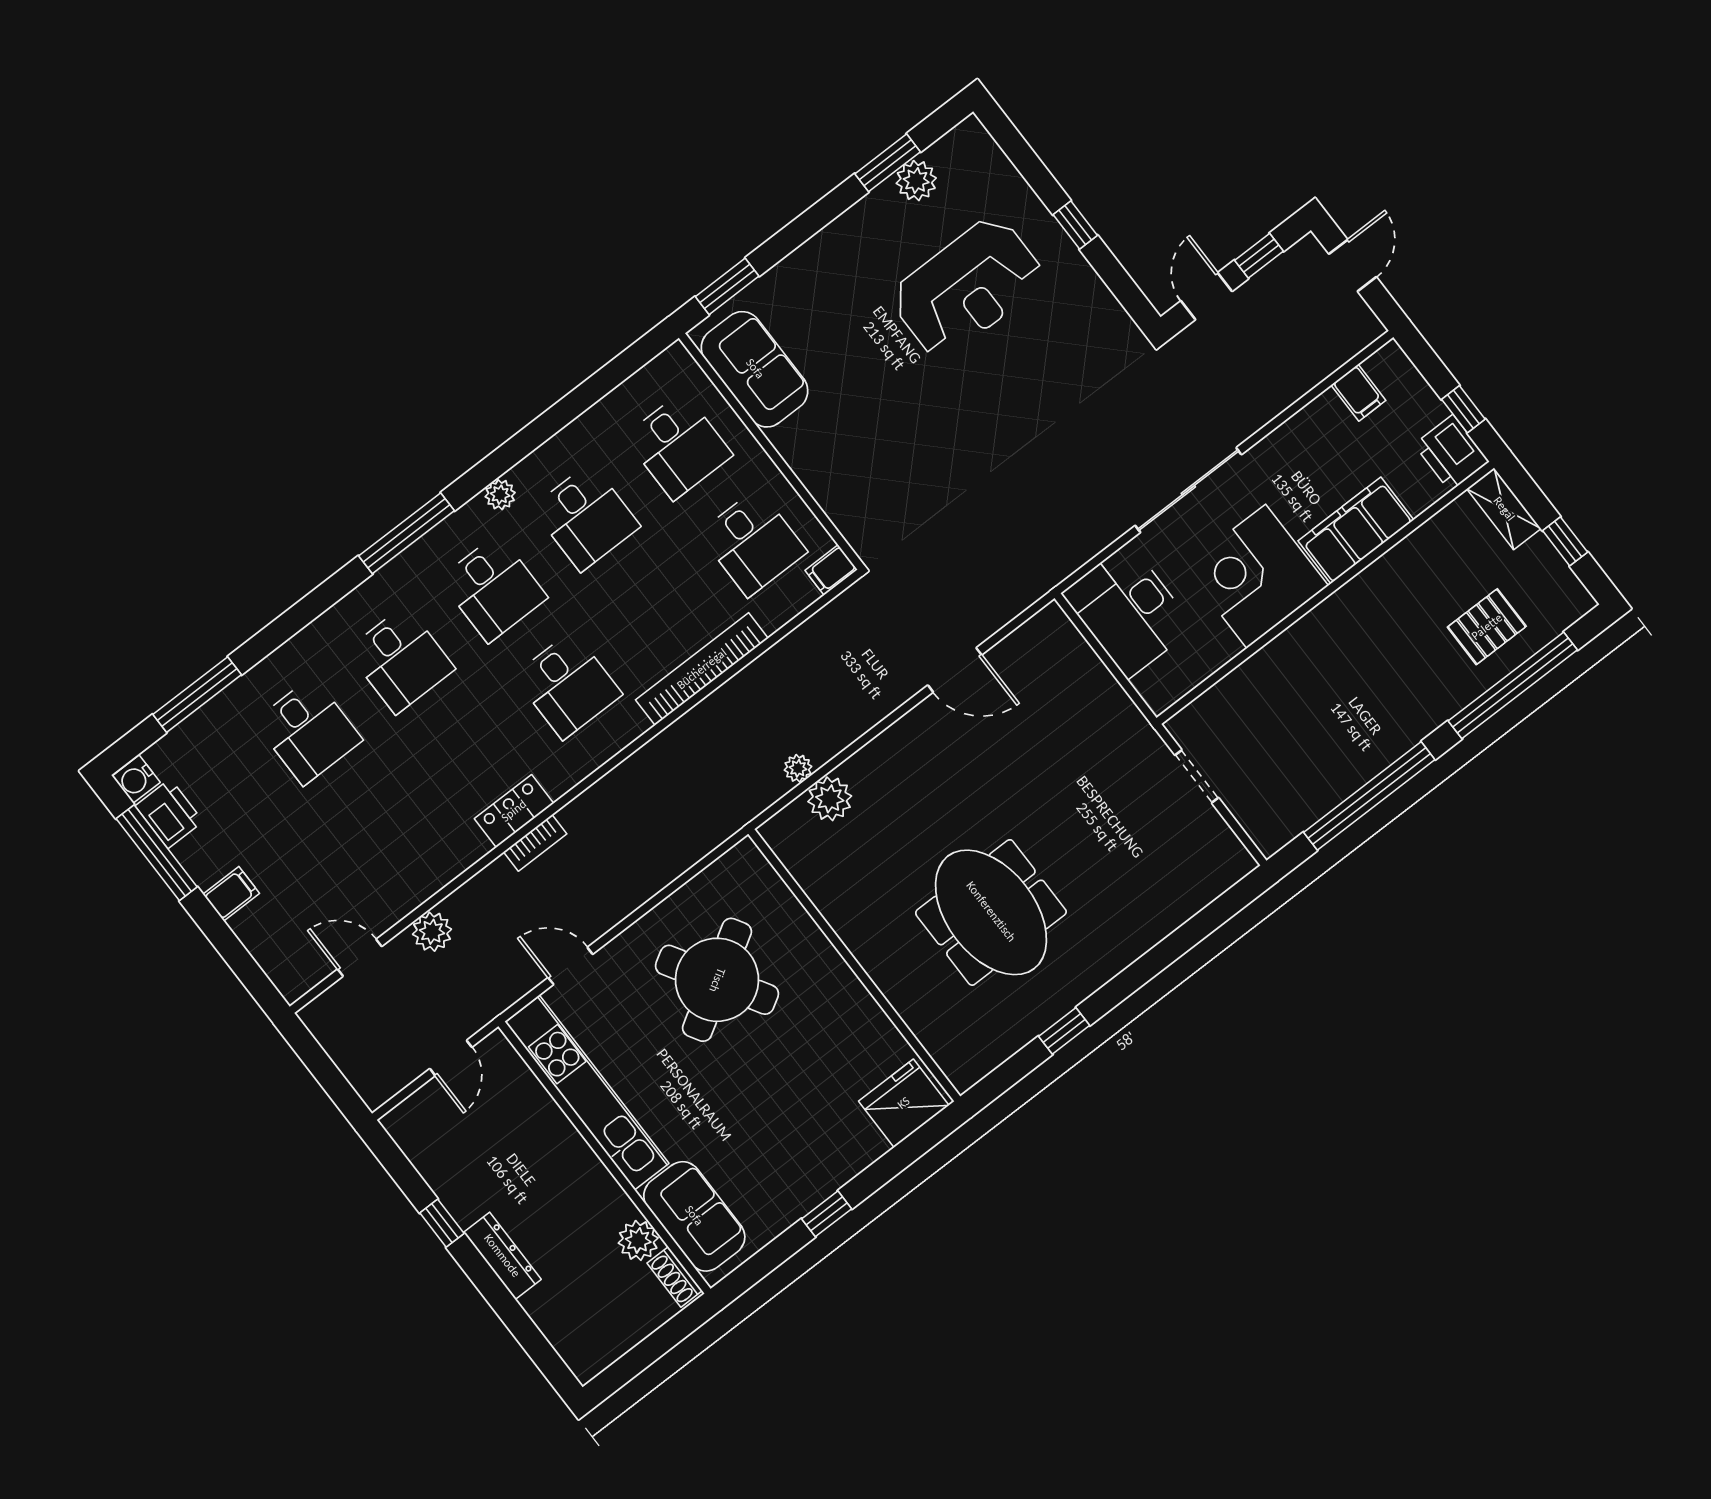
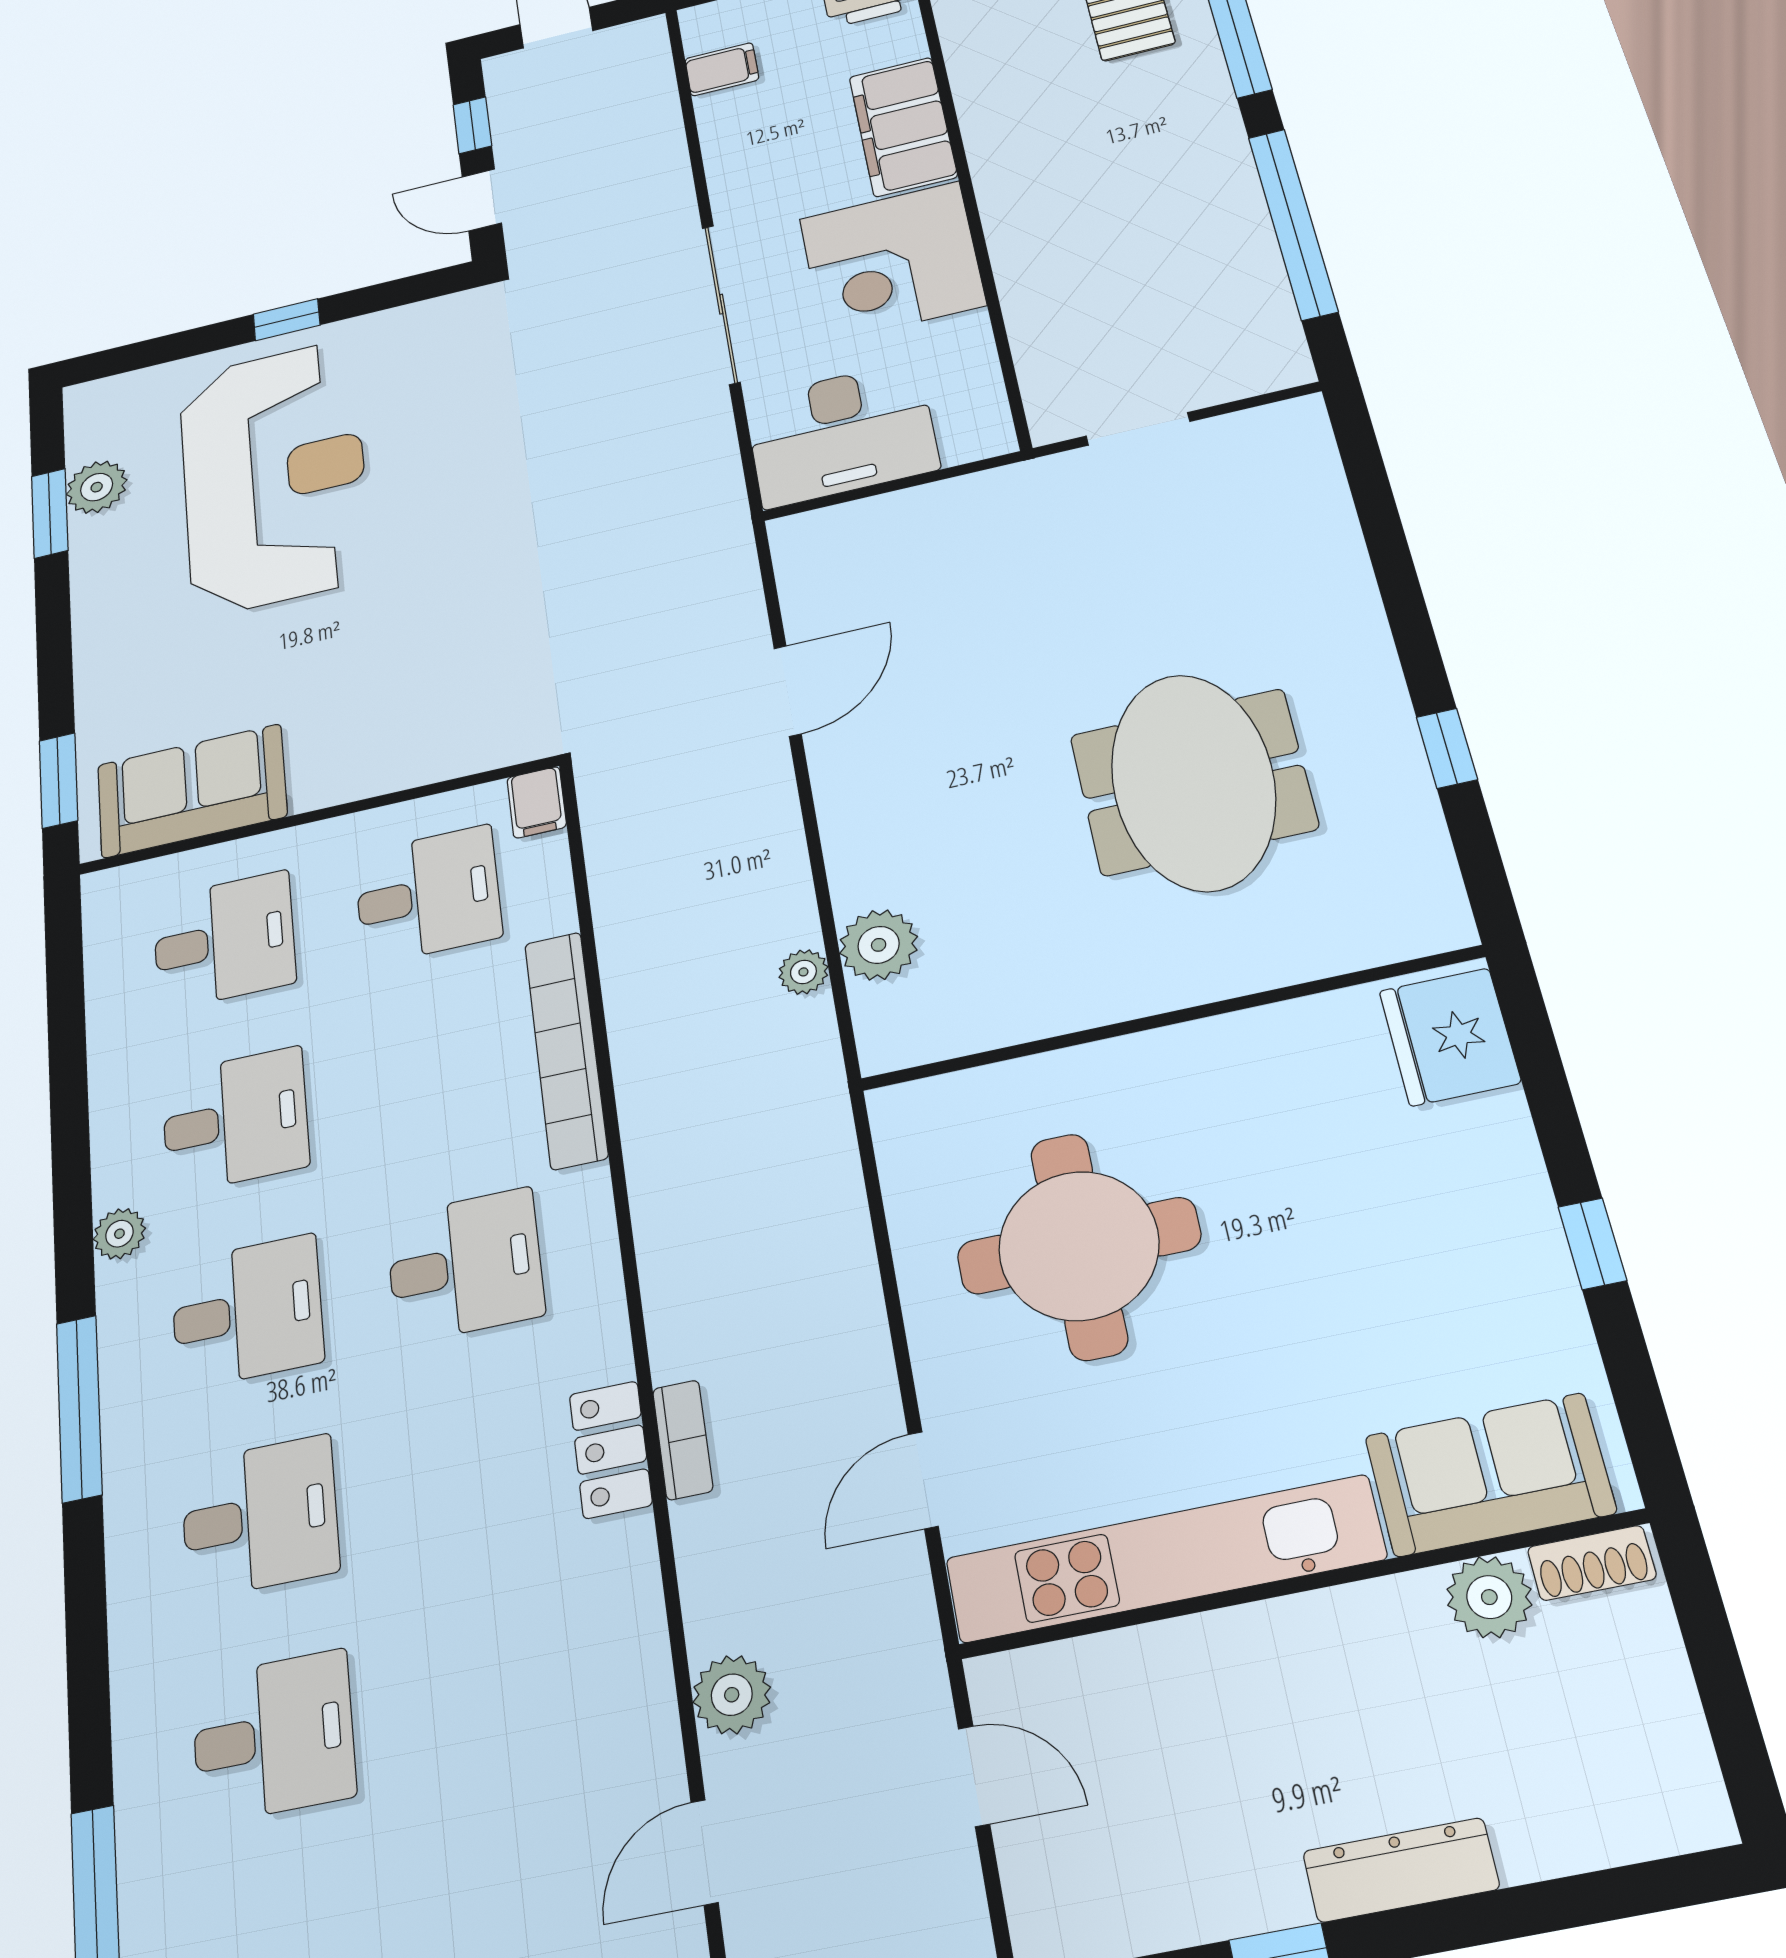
reception desk: (967, 287) -> (274, 476), width x1.36, depth x1.30
meeting table: (991, 912) -> (1193, 782), turned 90
round table: (717, 980) -> (1079, 1246), turned 31

